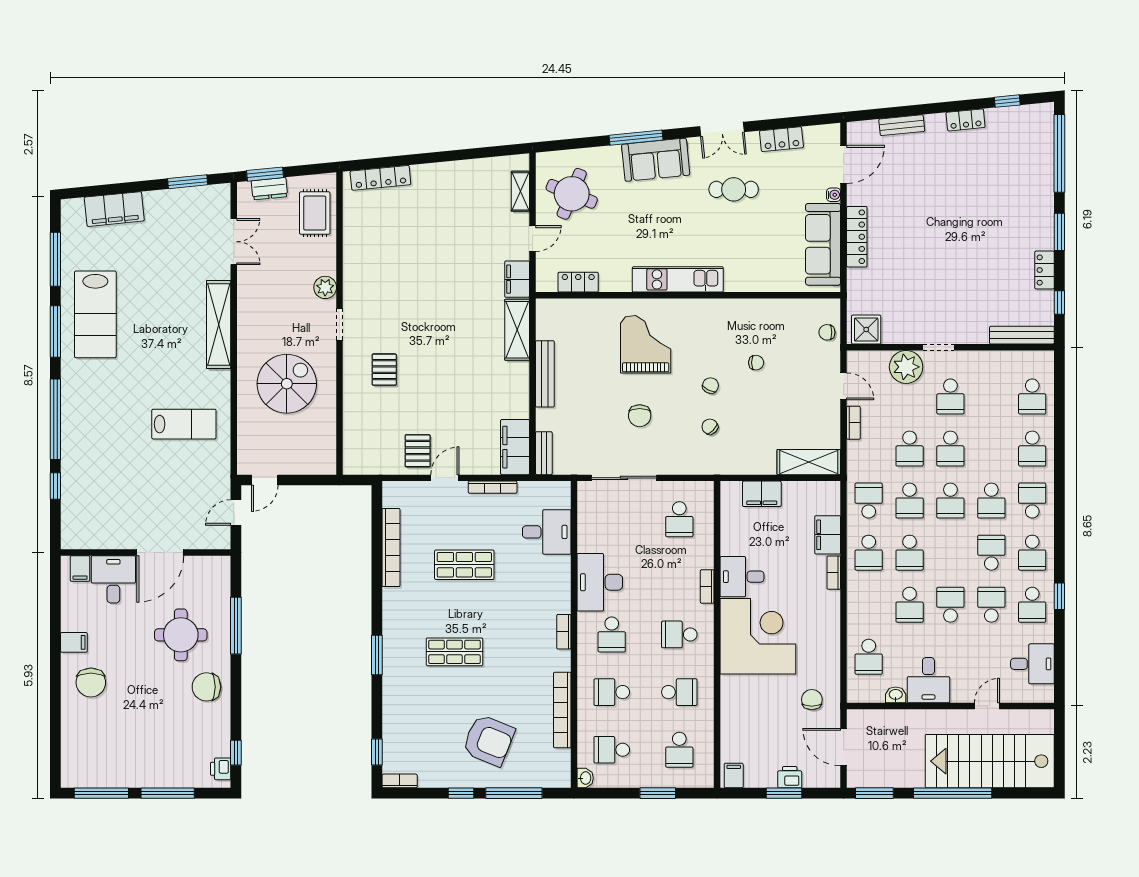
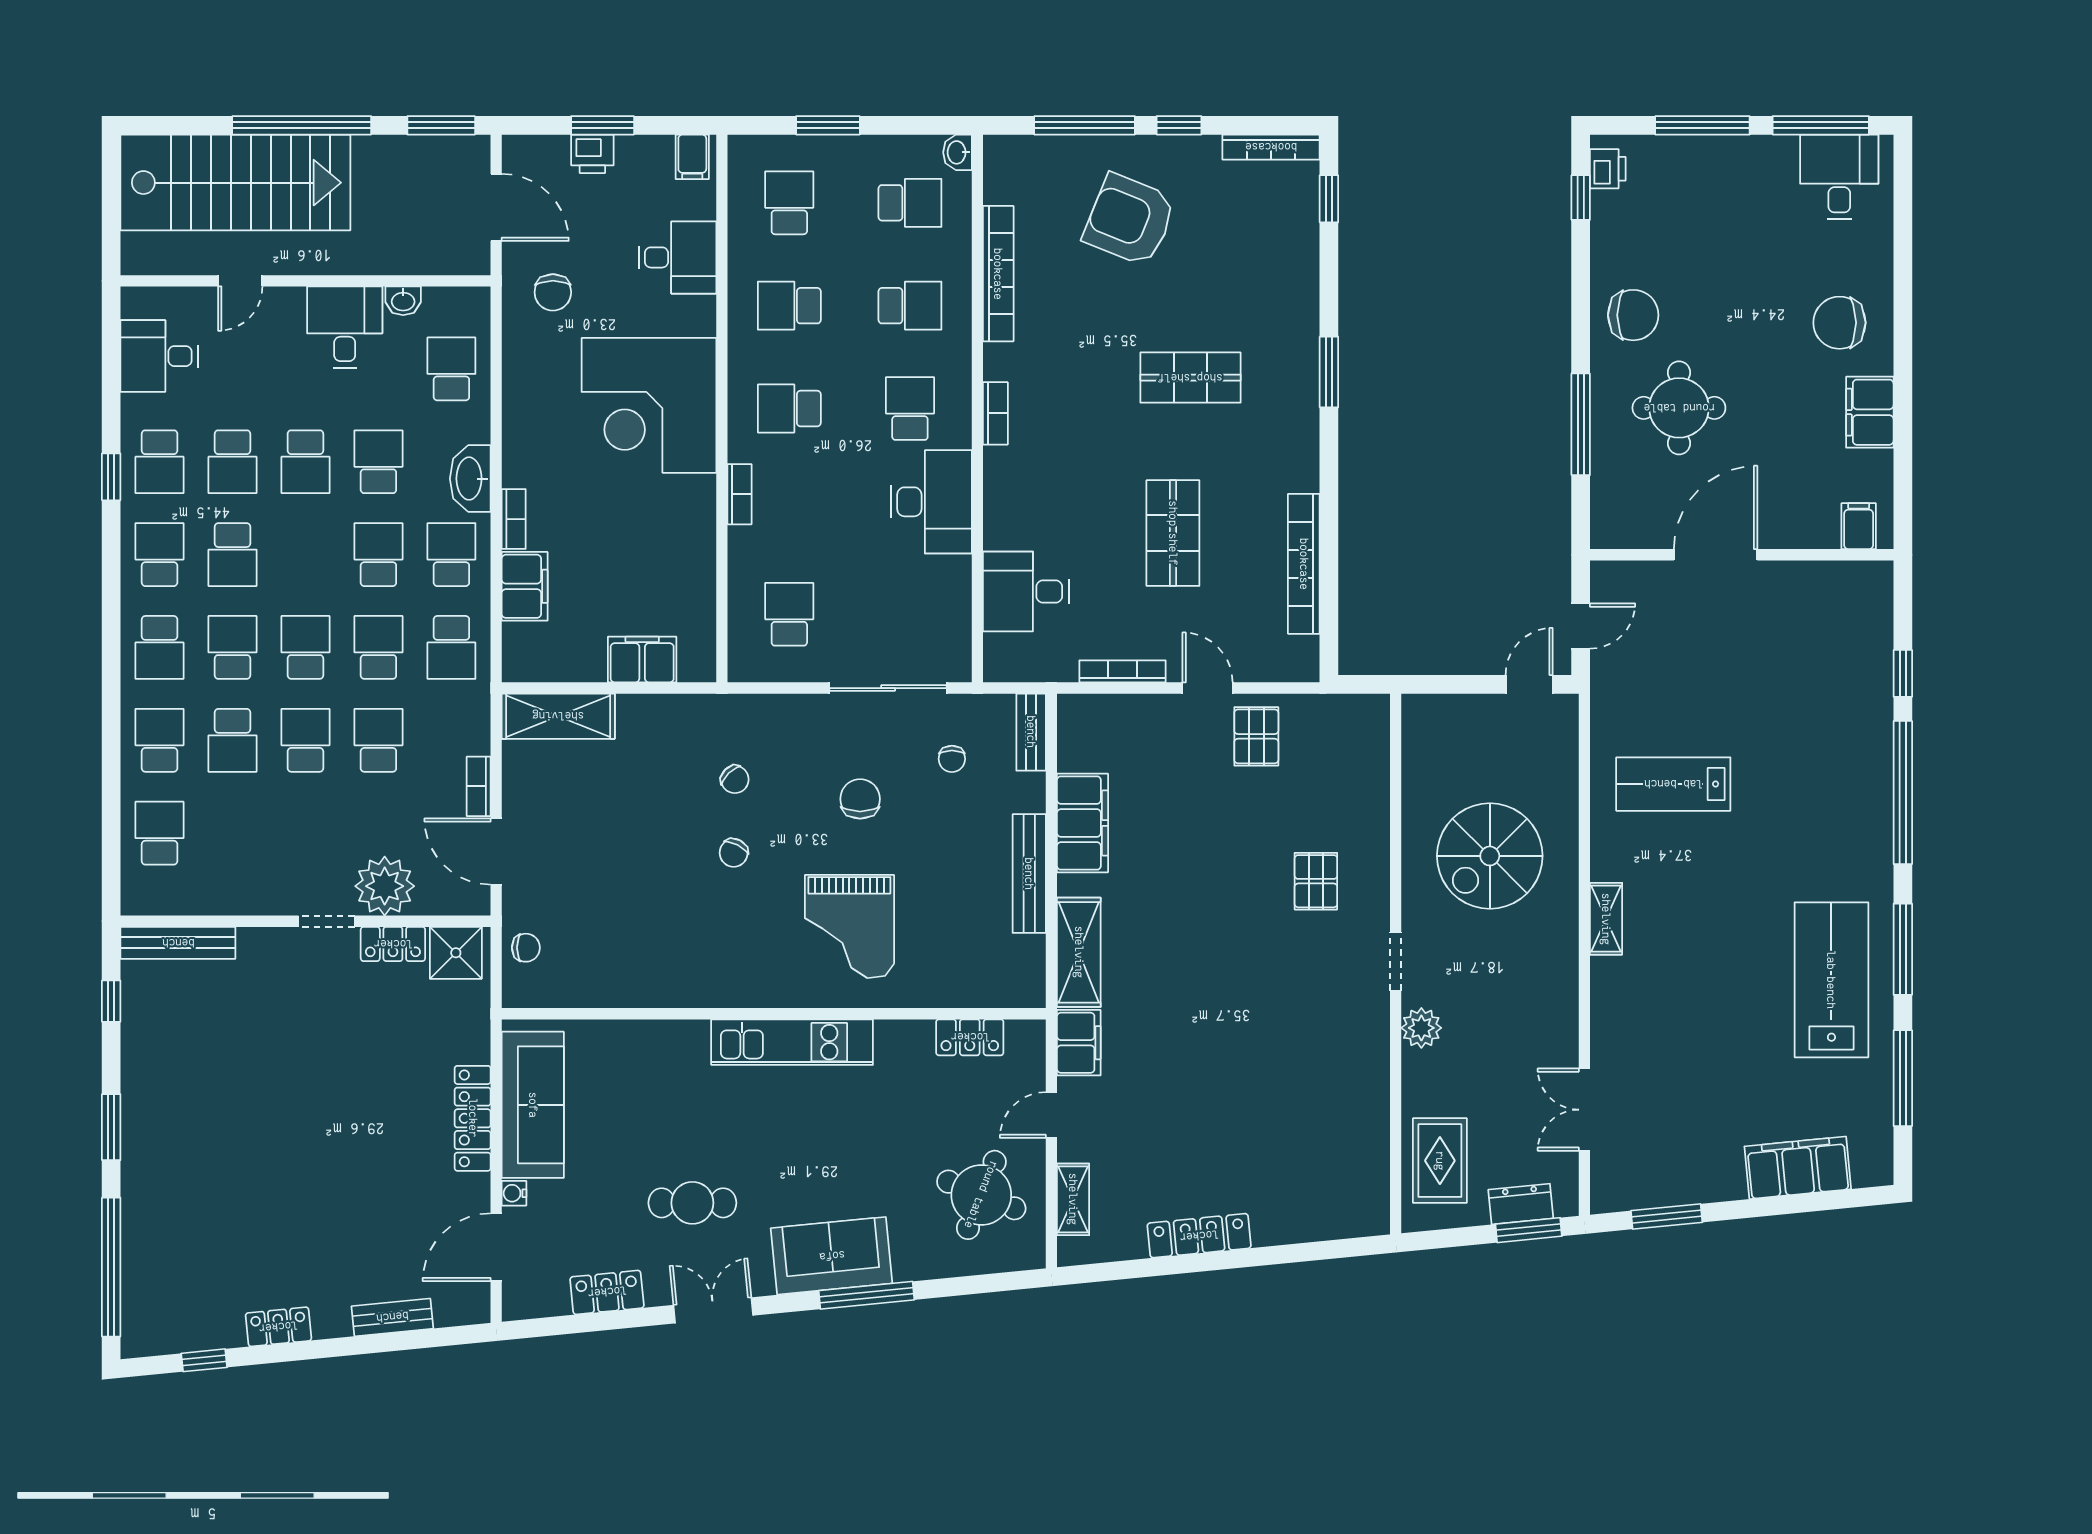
locker: (380, 178) -> (1199, 1236), moved
locker: (1045, 270) -> (393, 944), moved, turned 90
shelving: (219, 325) -> (1606, 919), width x0.45, depth x0.75
chair: (756, 363) -> (952, 759), moved, turned -90
door: (844, 386) -> (496, 851), width x1.38
school desk: (950, 397) -> (232, 740), moved, turned 180
filing cabinet: (515, 447) -> (1083, 823), moved
door: (445, 478) -> (1208, 688), swing flipped
shop shelf: (464, 565) -> (1173, 533), turned 90
desk: (742, 577) -> (677, 257), moved
desk: (113, 579) -> (1839, 177), moved, turned 180
washbasin: (858, 595) -> (470, 479), added
school desk: (1032, 605) -> (160, 462), turned 180
school desk: (679, 634) -> (789, 409), turned 180
filing cabinet: (74, 642) -> (1870, 412), width x2.00
chair: (91, 683) -> (1839, 323), turned -90
bookcase: (400, 781) -> (1271, 147), width x1.56

